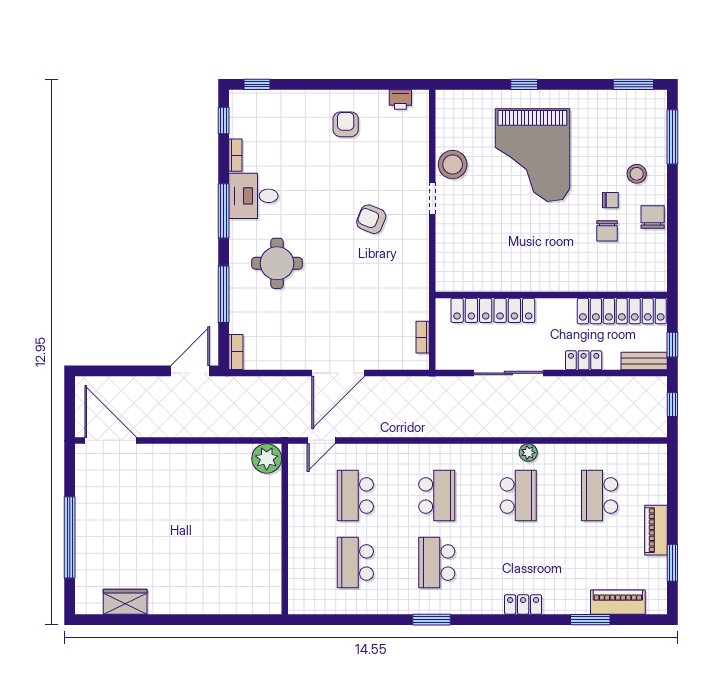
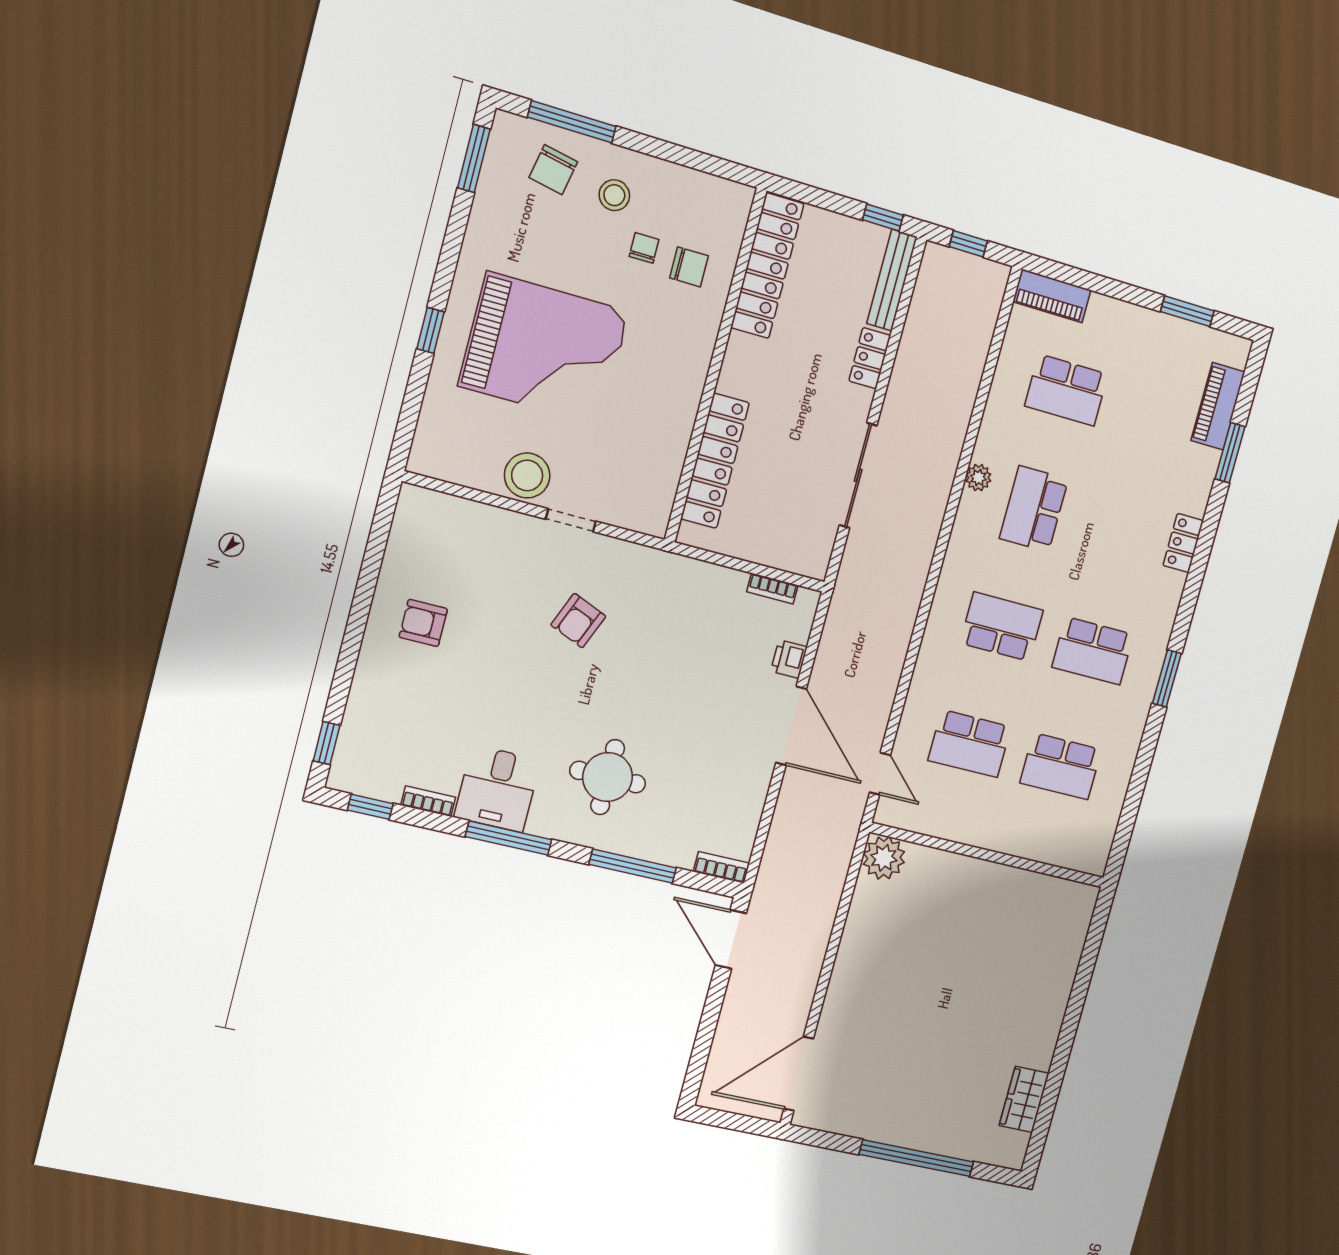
printer: (400, 99) -> (789, 659), moved, turned 180
chair: (653, 217) -> (553, 170), moved, turned -79
wall: (551, 295) -> (715, 366), moved
locker: (493, 310) -> (715, 461), moved
locker: (622, 311) -> (767, 266), moved
bench: (644, 361) -> (892, 280), width x1.36
school desk: (518, 495) -> (1034, 509), turned -90
piano: (656, 530) -> (1052, 296), moved

